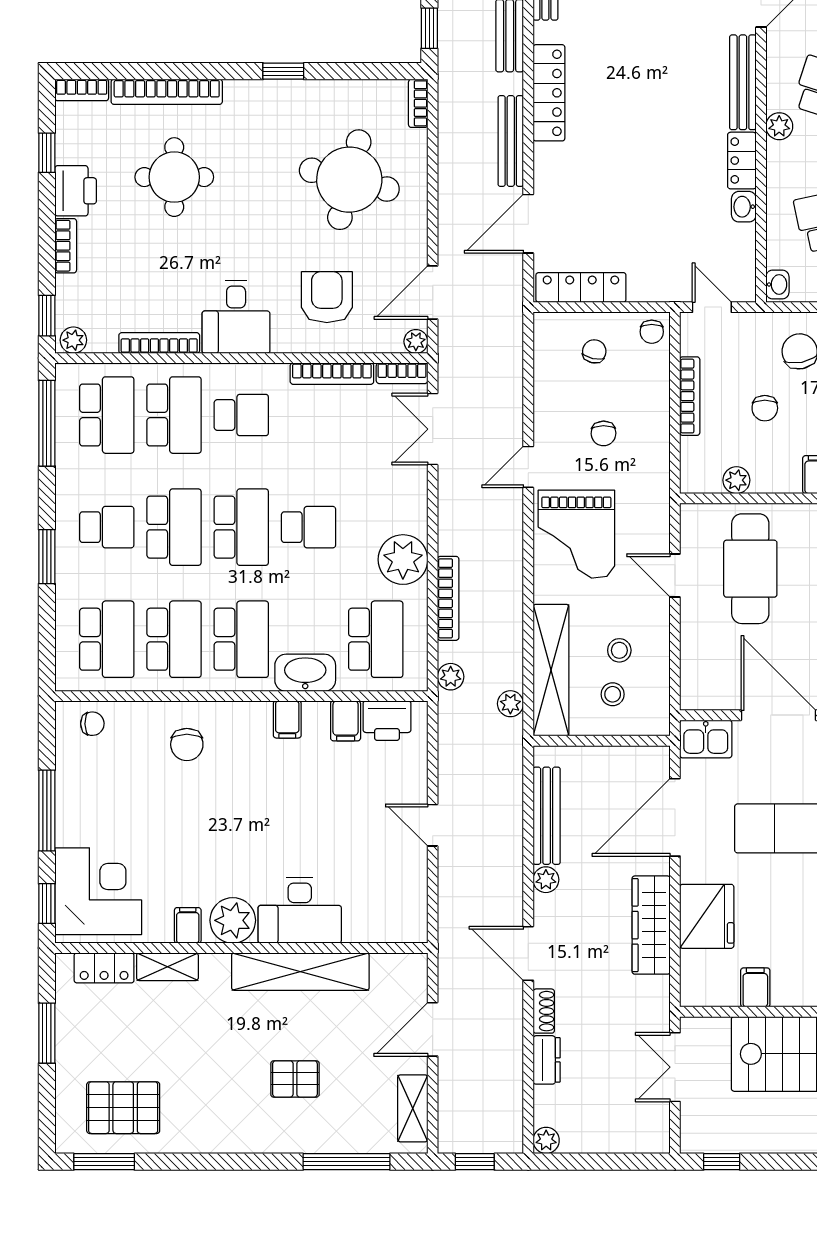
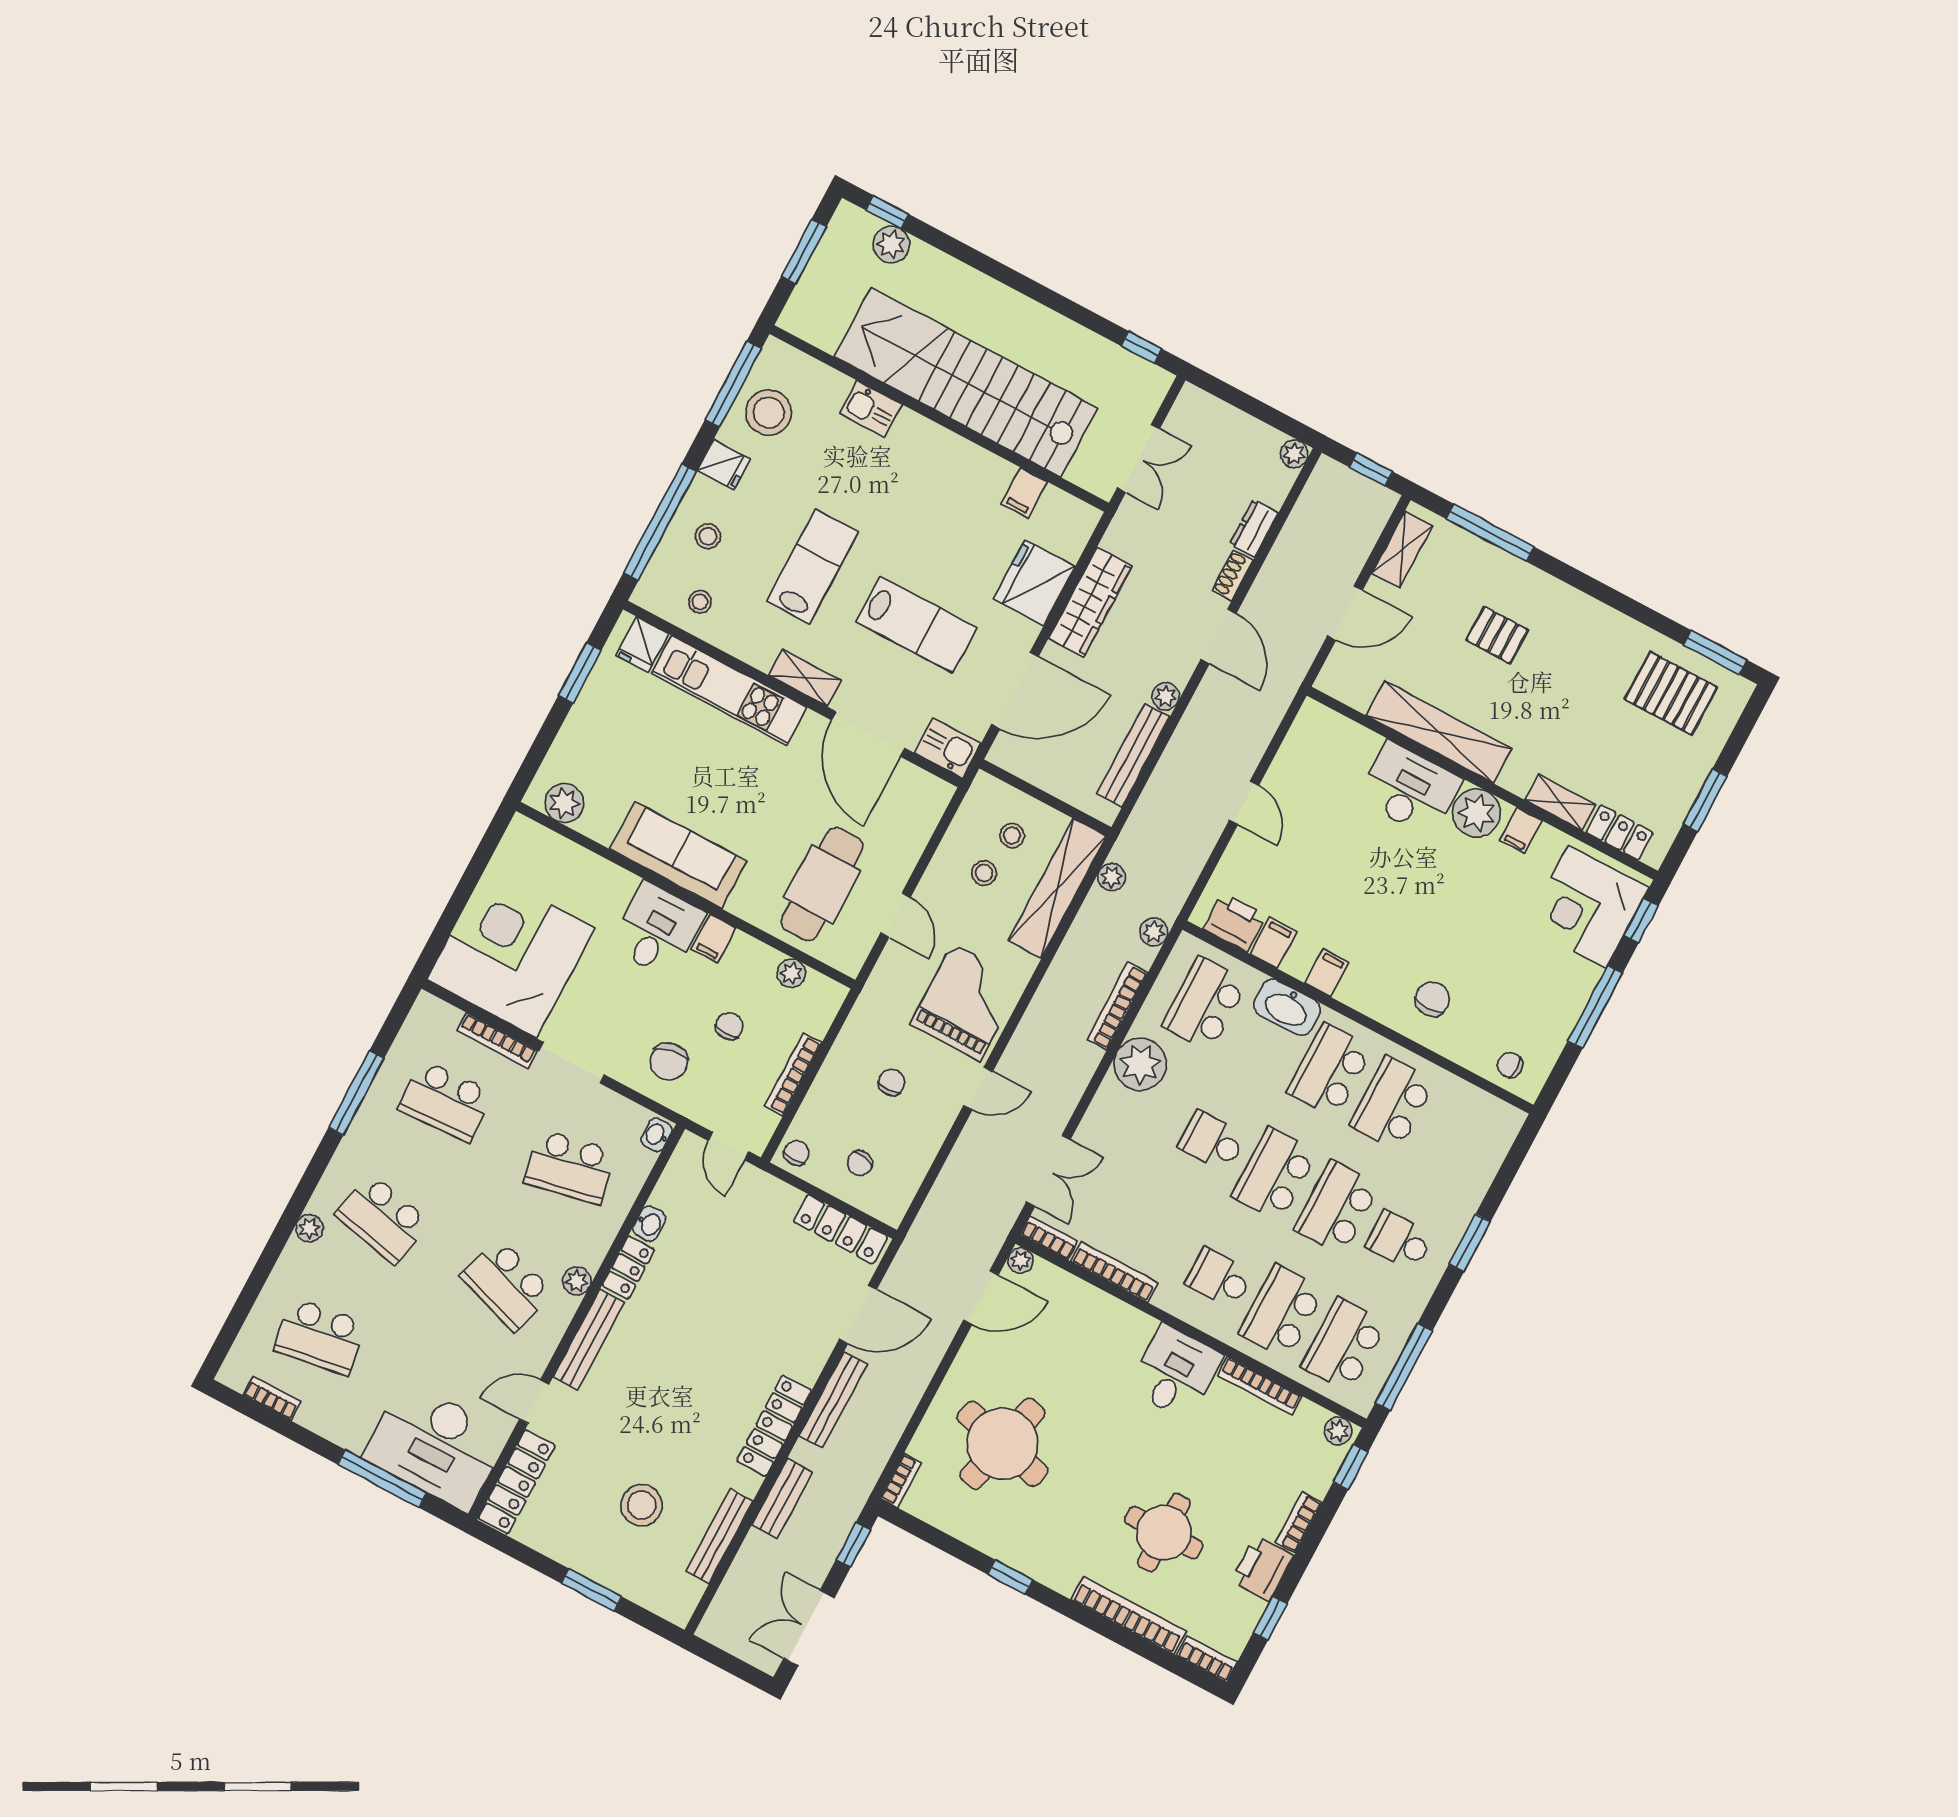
armchair: (327, 297) -> (1081, 1346), removed
school desk: (107, 639) -> (1455, 1136), removed

